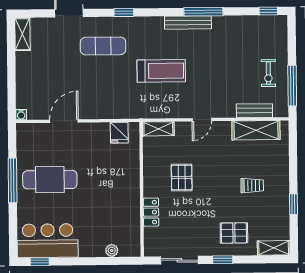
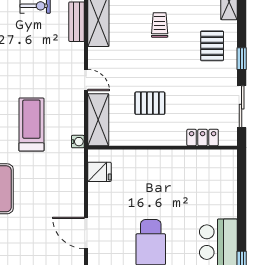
water cooler: (146, 113) -> (78, 142), added
shelving: (158, 129) -> (98, 120), width x1.50, depth x1.33
locker: (151, 212) -> (203, 137), moved
plant: (112, 250) -> (230, 181), removed

